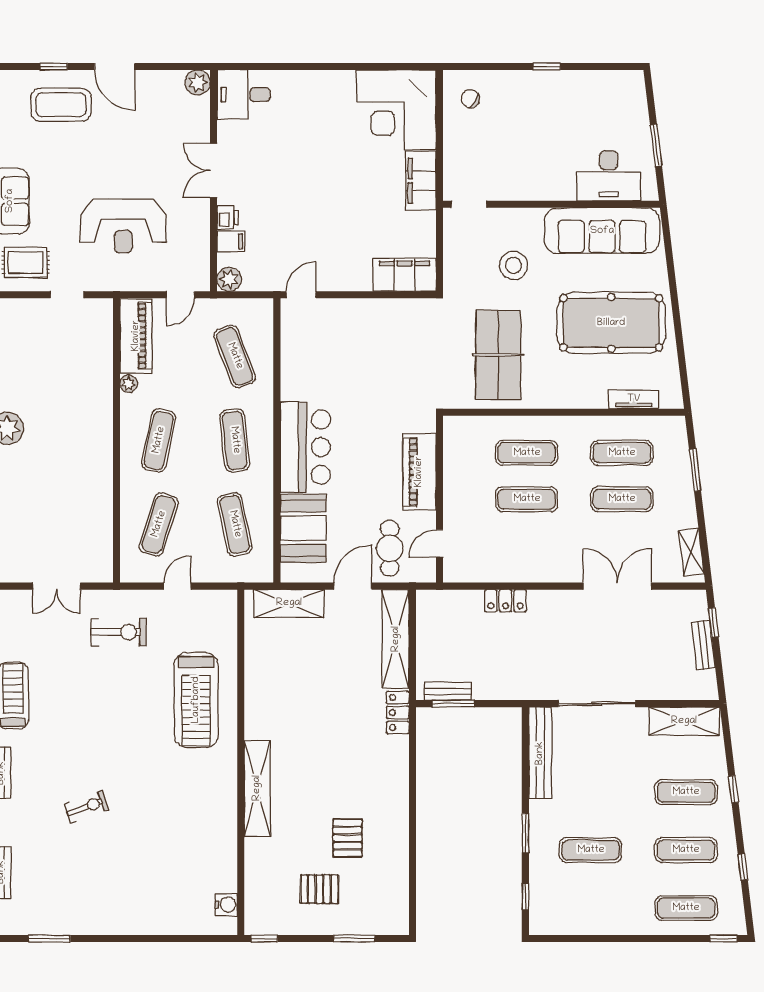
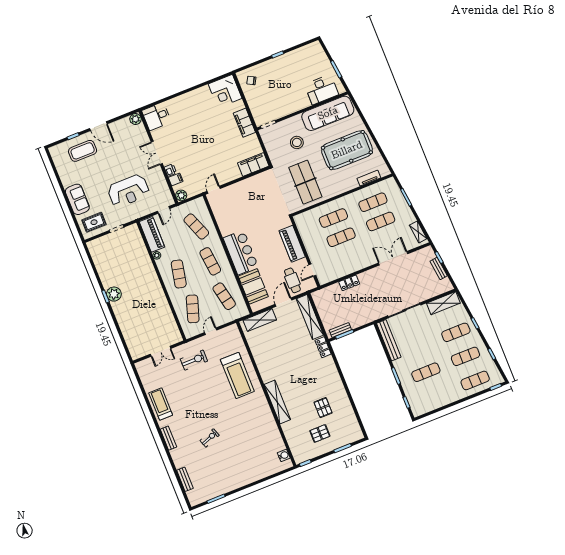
corner desk: (396, 110) -> (225, 91), width x0.74, depth x0.74

